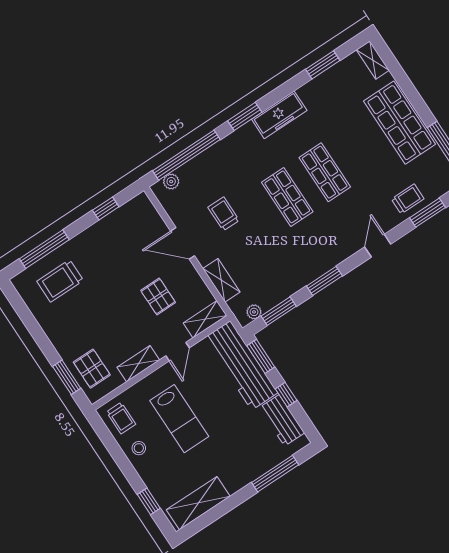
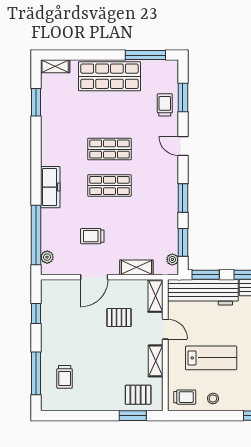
freezer: (279, 115) -> (50, 187), moved
window: (245, 116) -> (36, 178), removed
trolley: (60, 281) -> (65, 377), width x0.73, depth x0.72

